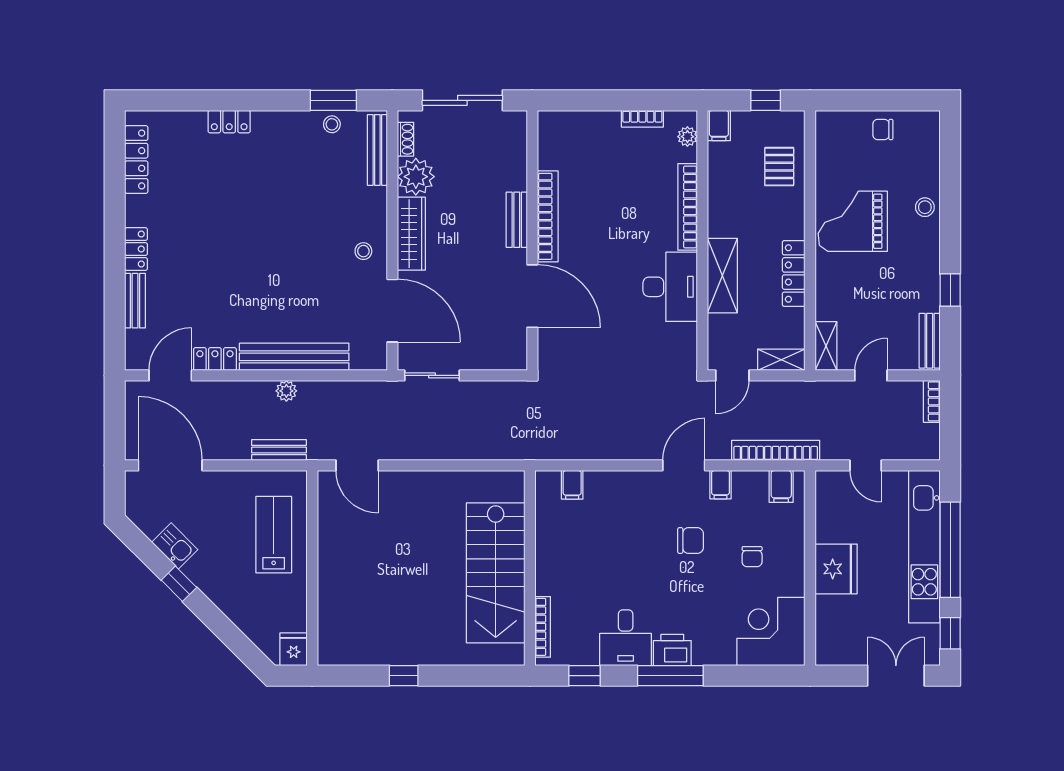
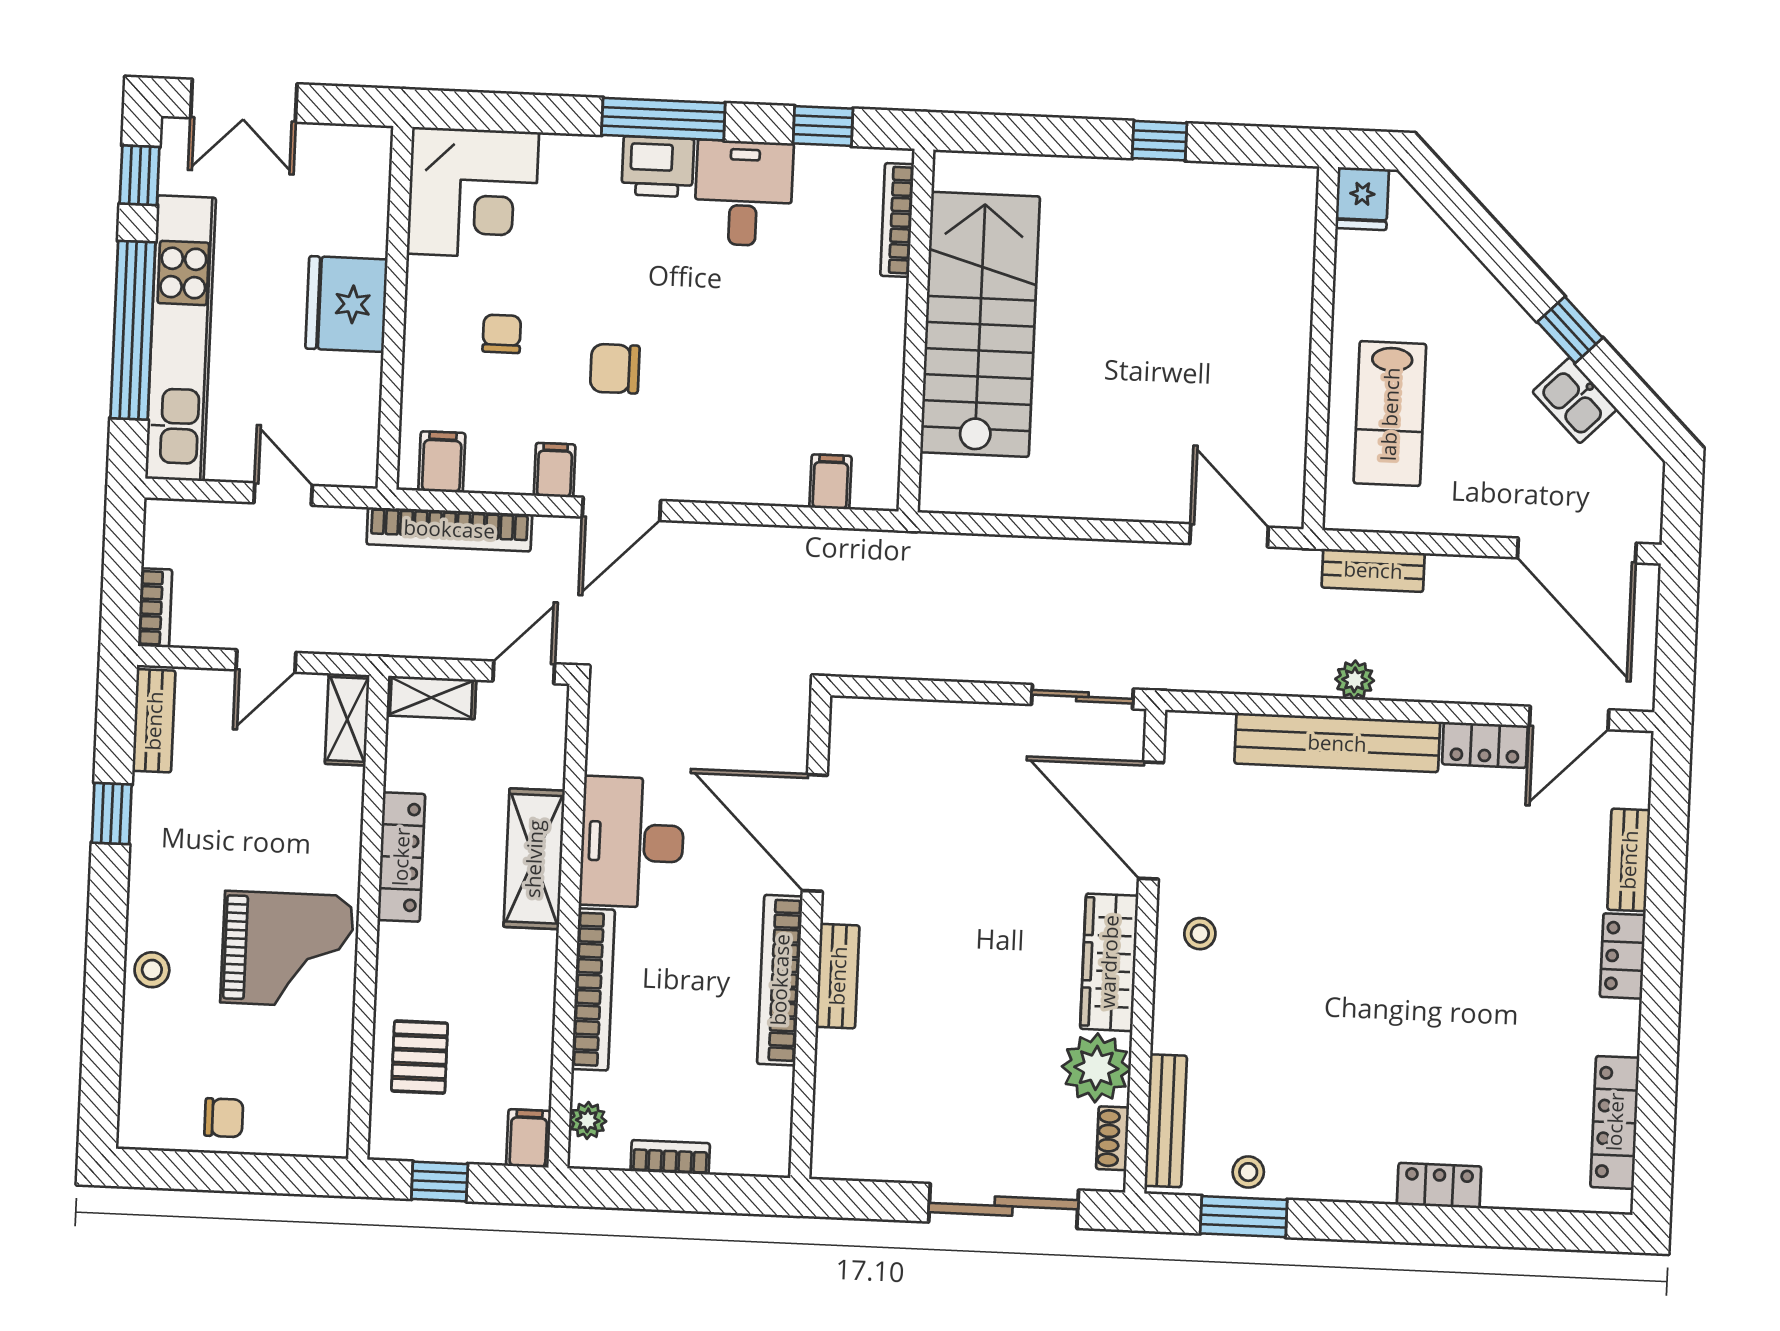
bookcase: (548, 216) -> (780, 980), moved
bench: (517, 220) -> (838, 976), moved
wall: (532, 240) -> (810, 937), moved
door: (532, 296) -> (815, 833), moved

